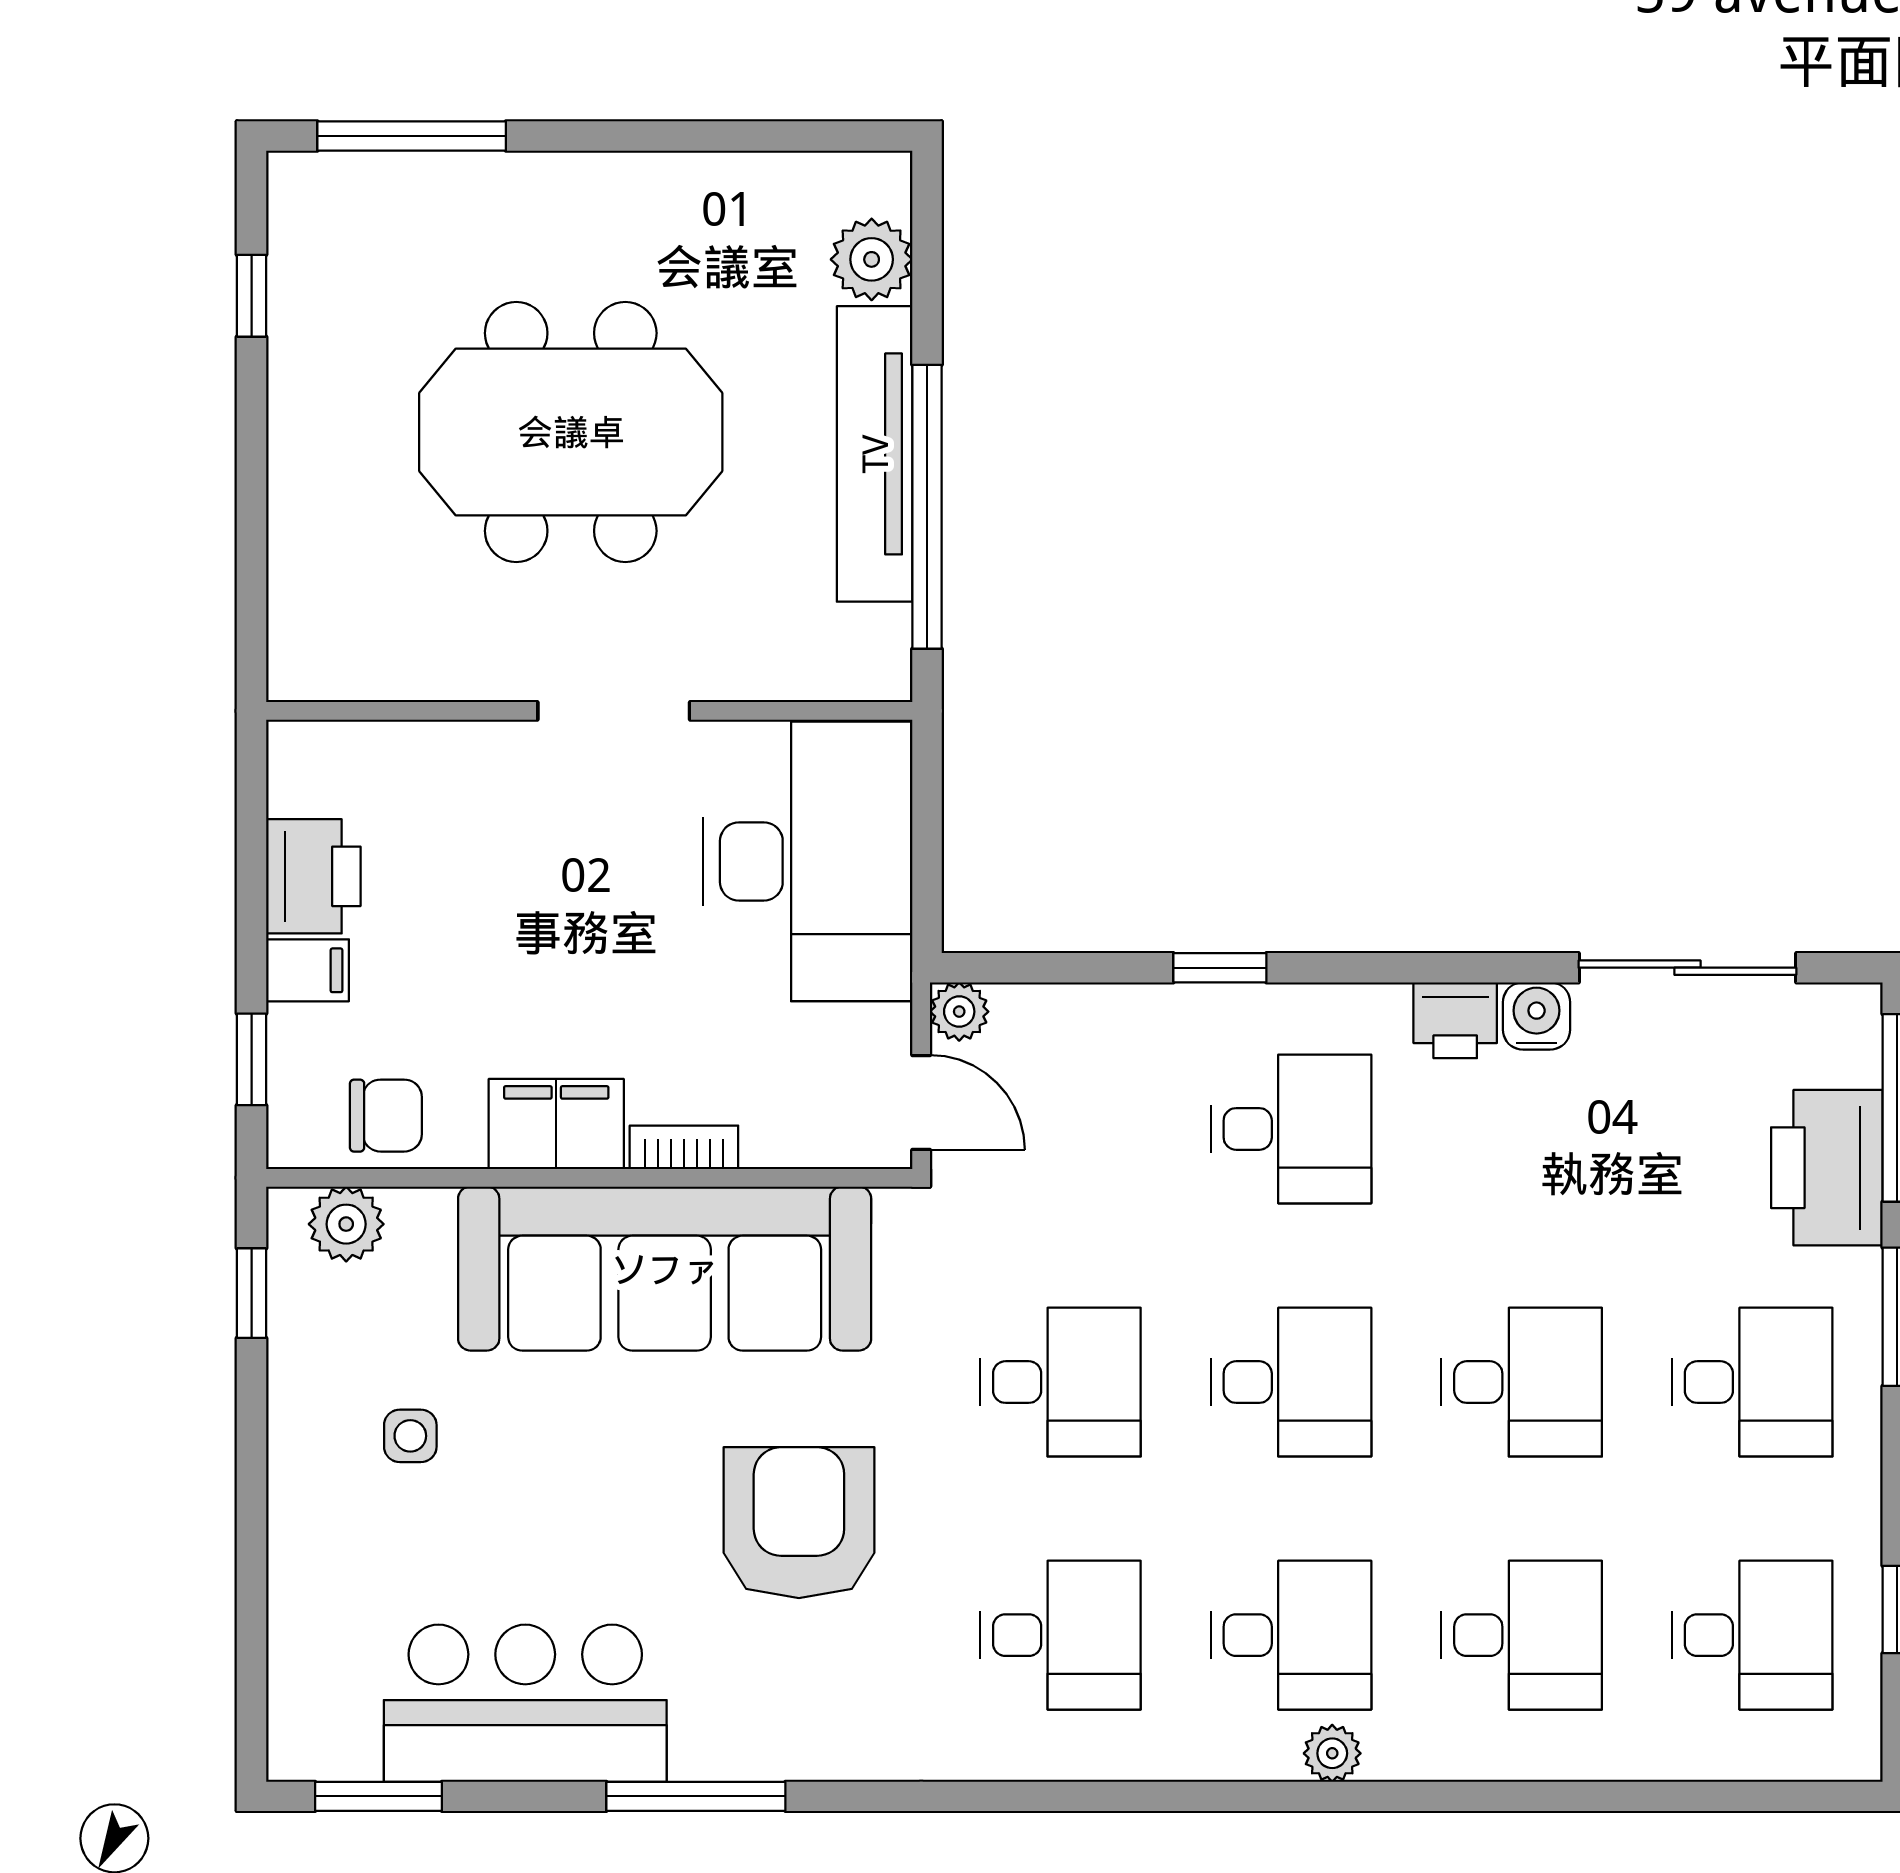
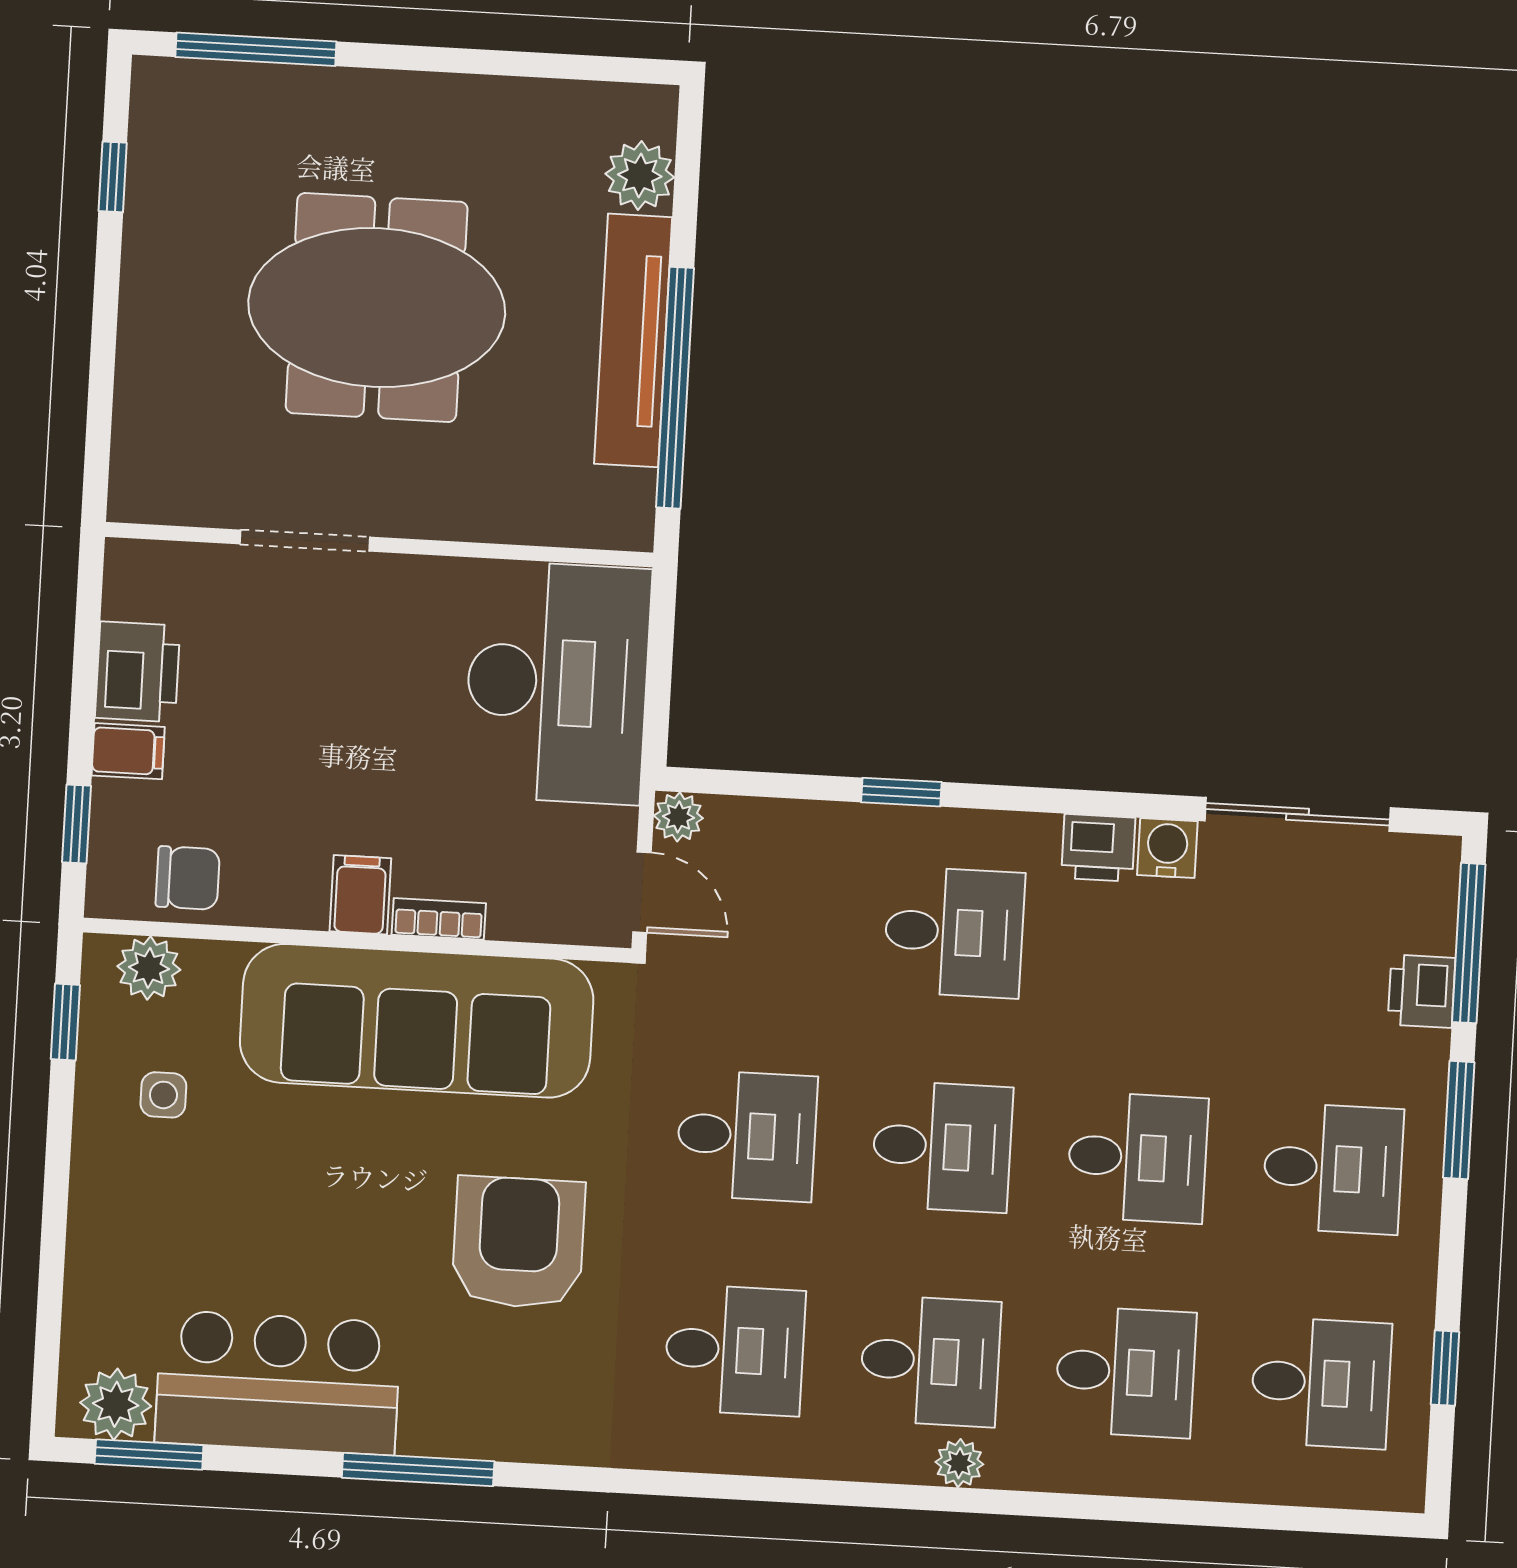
doorway: (614, 711) -> (305, 541), moved
filing cabinet: (556, 1124) -> (360, 895), width x0.50
printer: (1827, 1168) -> (1422, 991), width x0.53, depth x0.68
side table: (410, 1436) -> (163, 1095), moved
plant: (336, 1740) -> (116, 1404), added

